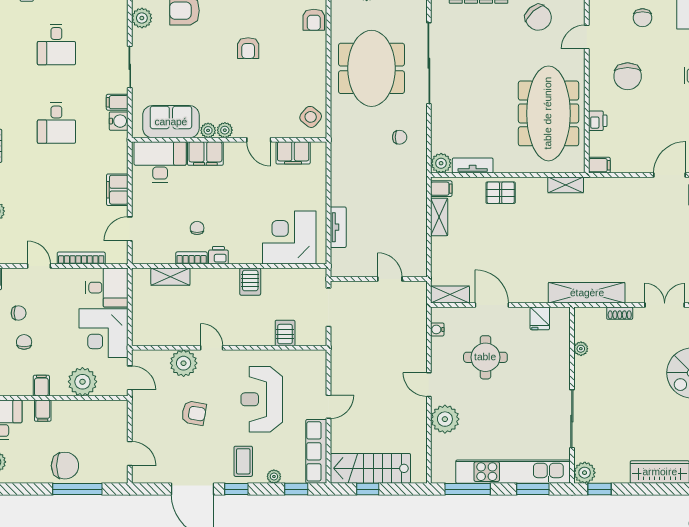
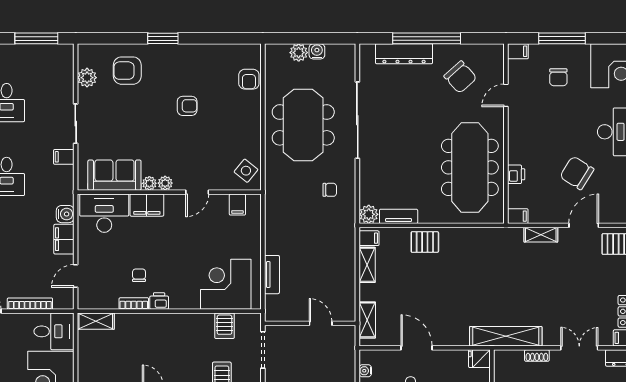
armchair: (248, 48) -> (187, 106), turned -90
chair: (628, 76) -> (577, 173), moved, turned 122
water cooler: (119, 121) -> (65, 214), moved
door: (259, 140) -> (197, 192), hinge flipped
filing cabinet: (293, 153) -> (237, 205), width x0.50
shelving: (566, 185) -> (541, 235), moved
shelving: (170, 277) -> (96, 321), moved
server rack: (250, 282) -> (224, 326), moved
shelving: (450, 295) -> (367, 320), moved, turned 90
fridge: (540, 318) -> (479, 359), moved, turned 90

